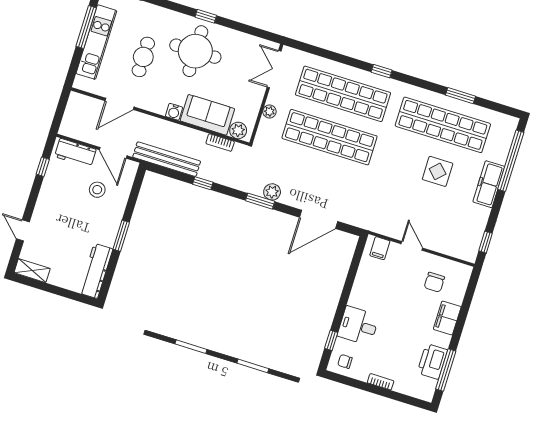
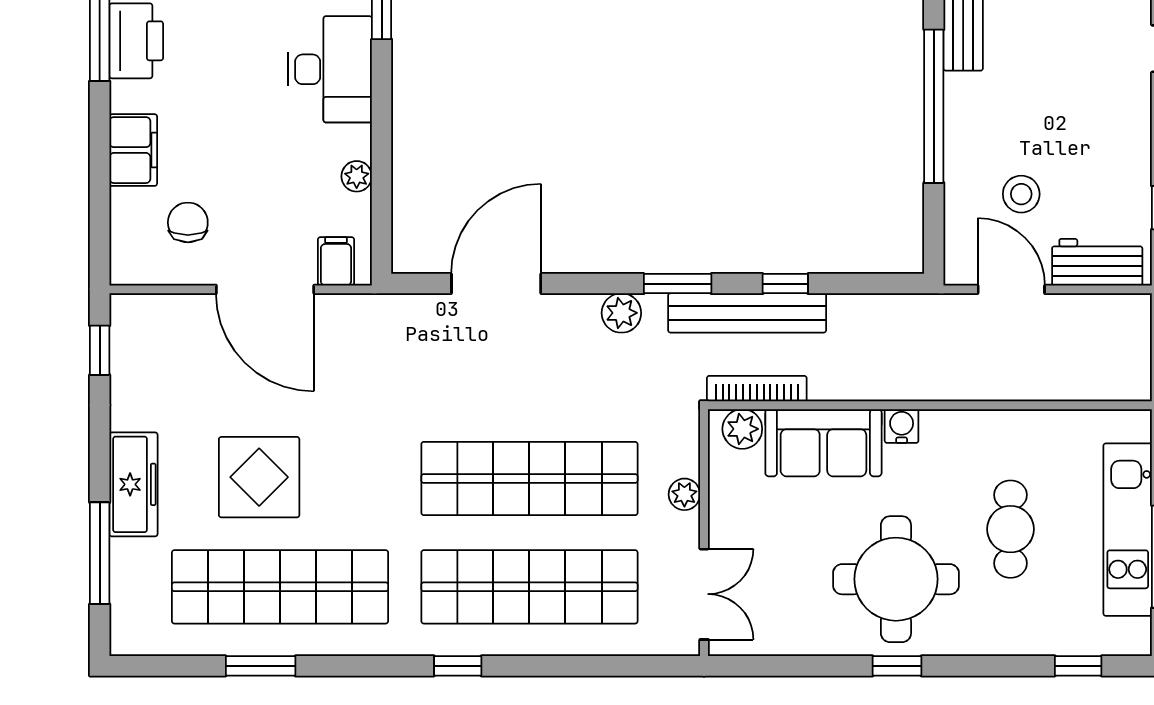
door: (120, 104) -> (1031, 405), removed
bookcase: (220, 143) -> (757, 389), width x1.56
bench: (167, 159) -> (747, 313), moved
window: (511, 161) -> (100, 553), width x0.68
display table: (438, 171) -> (259, 477), width x1.36, depth x1.36
window: (260, 201) -> (678, 284), moved
window: (121, 236) -> (934, 106), width x2.11
door: (412, 246) -> (265, 289), width x1.87
plant: (361, 280) -> (357, 176), added
desk: (358, 326) -> (330, 69), width x1.37

